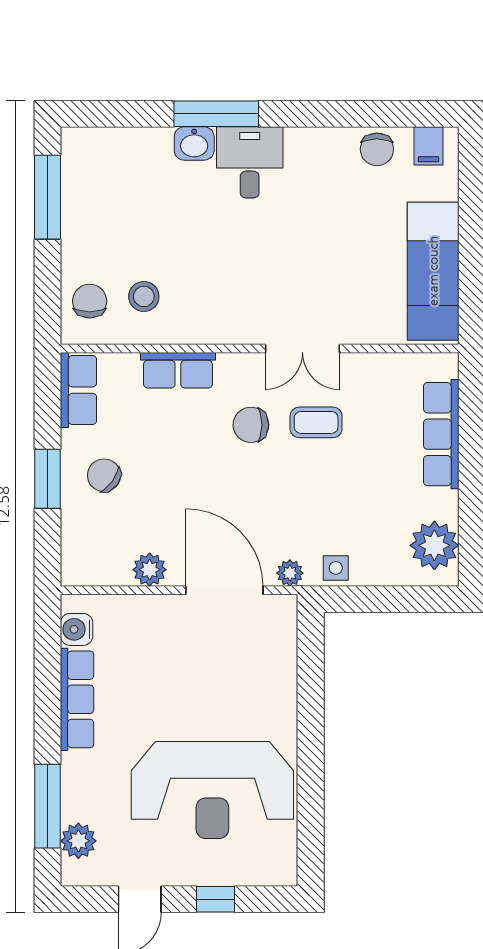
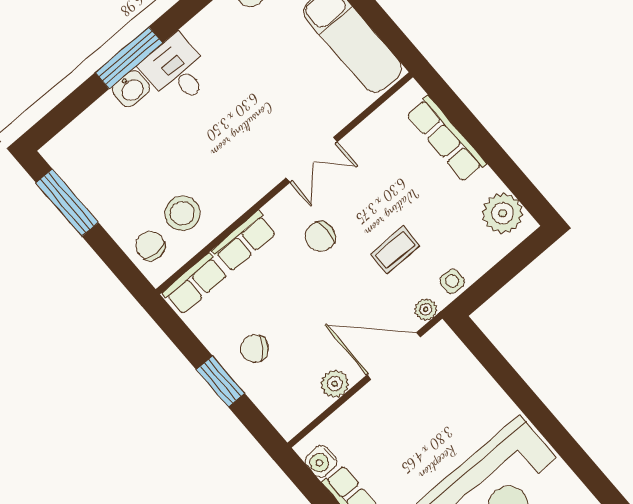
stool: (144, 296) -> (182, 213), width x1.38, depth x1.38
row of seats: (78, 390) -> (195, 284), moved, turned 90
coffee table: (316, 422) -> (395, 250), moved

